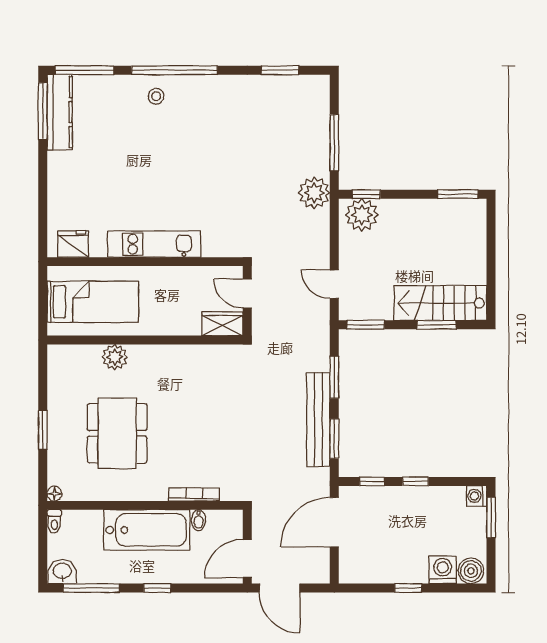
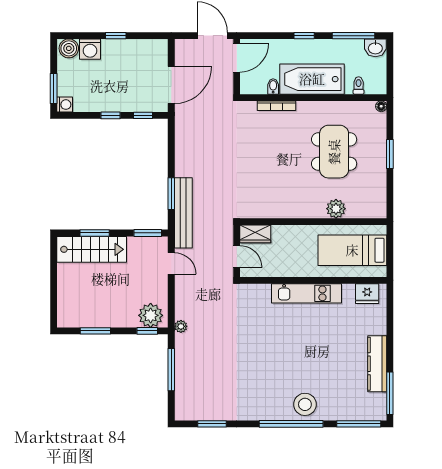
stool: (156, 96) -> (305, 404), width x1.89, depth x1.89
kitchen counter: (60, 112) -> (377, 364), moved
plant: (314, 193) -> (181, 326), width x0.53, depth x0.53
window: (458, 194) -> (95, 331), moved
bench: (318, 420) -> (183, 213), moved
window: (334, 439) -> (171, 148), removed
toilet: (54, 521) -> (359, 85), moved

